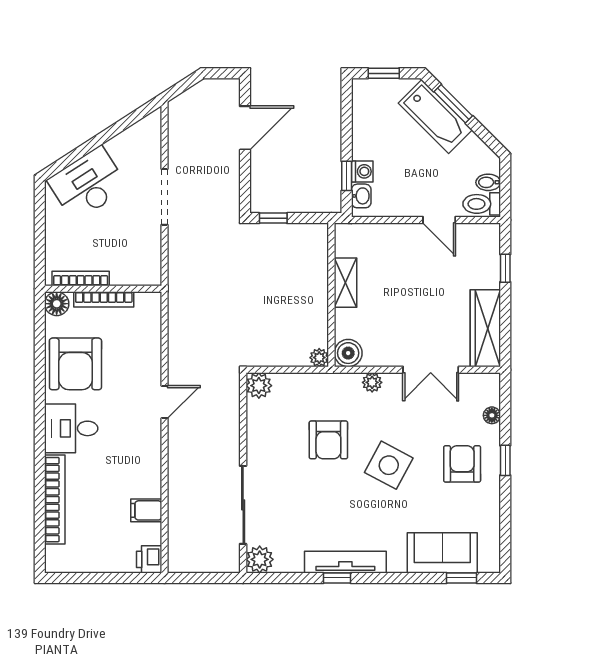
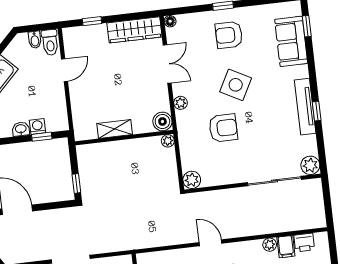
washbasin: (361, 196) -> (21, 129), moved
floor lamp: (492, 415) -> (170, 21), moved
plant: (152, 487) -> (270, 245), added
printer: (149, 559) -> (304, 242), moved

